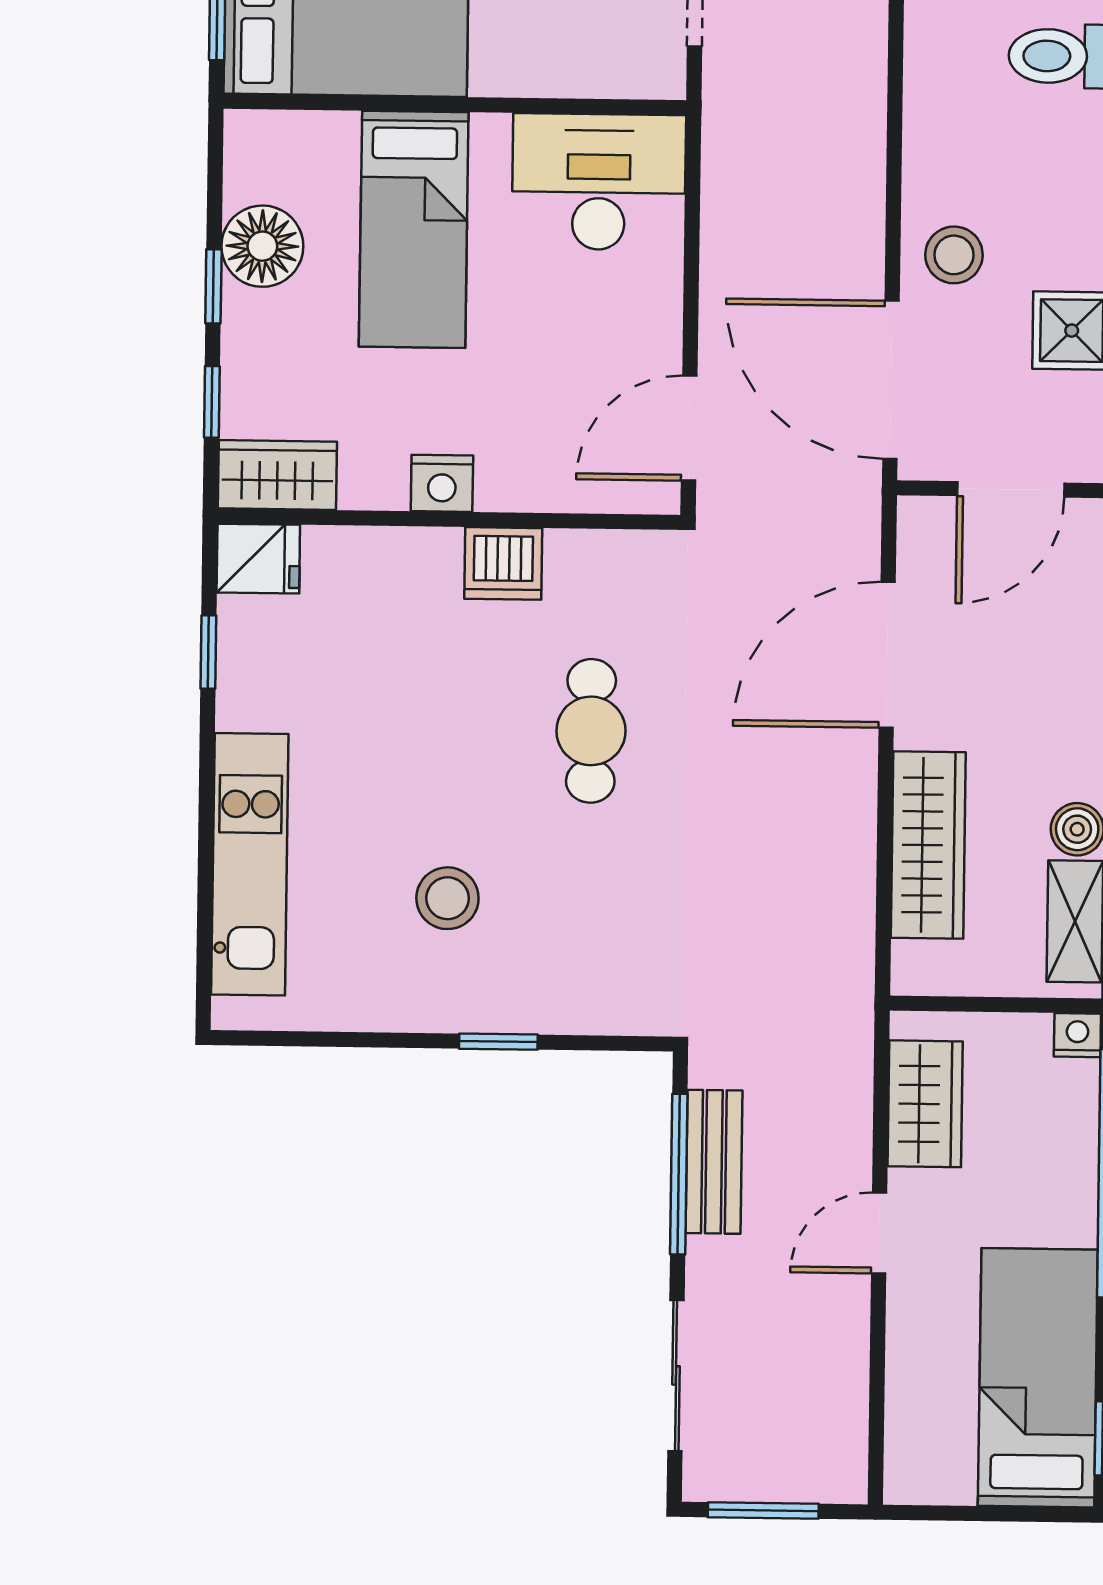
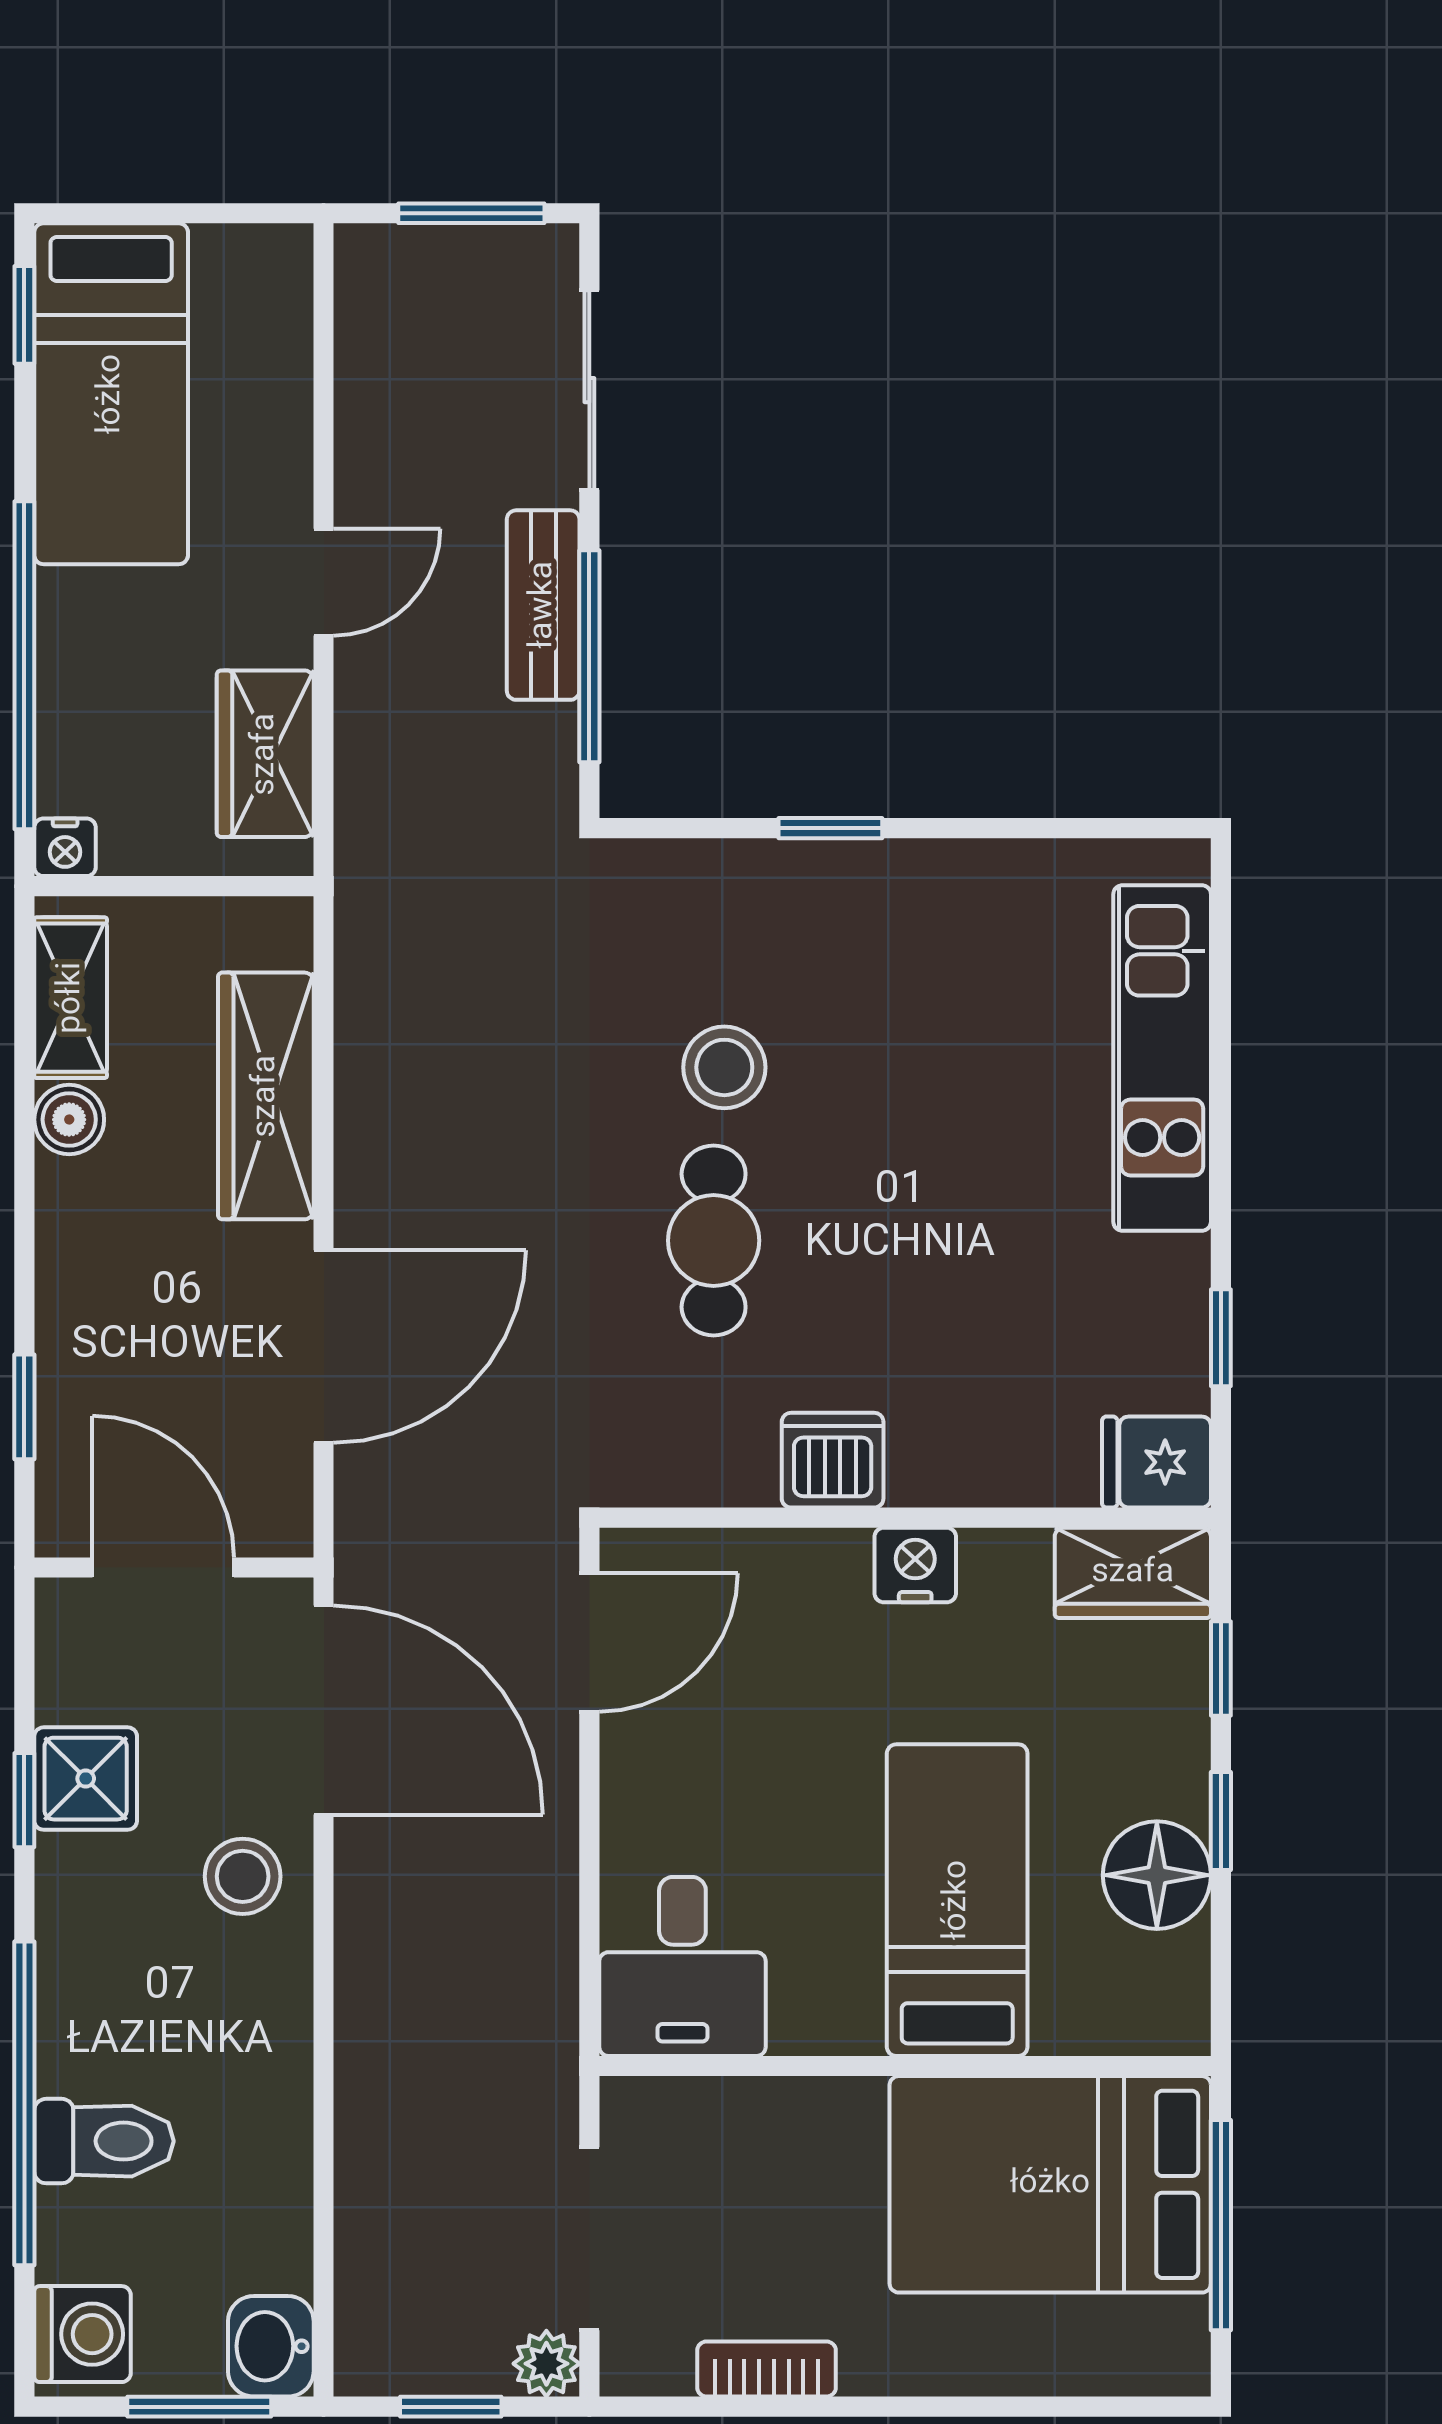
desk: (599, 182) -> (682, 1966), width x0.73
door: (1011, 489) -> (163, 1568), hinge flipped
stool: (447, 898) -> (724, 1067), moved
bench: (714, 1162) -> (543, 605), moved

